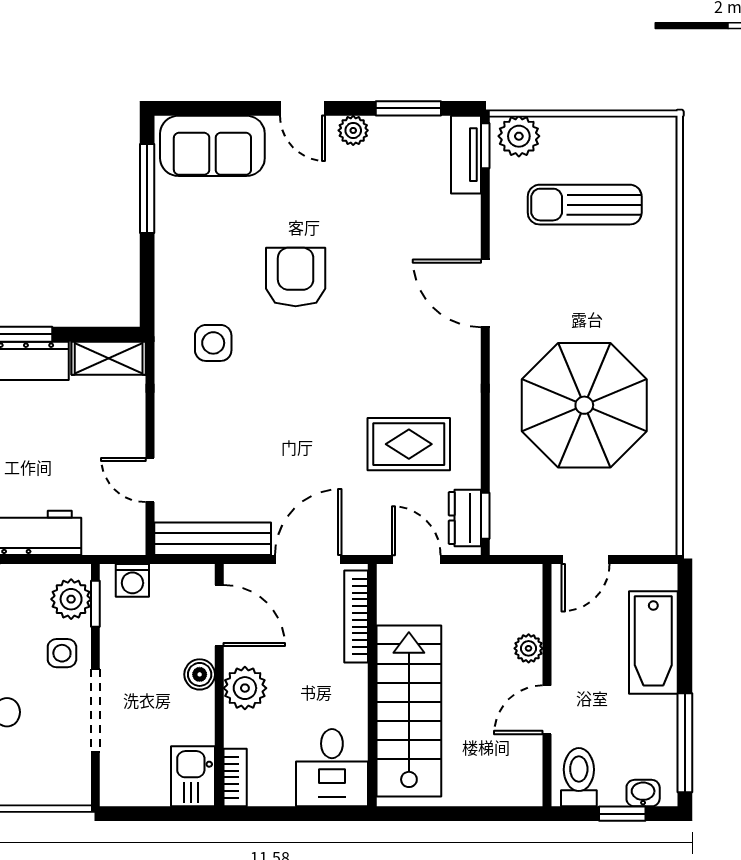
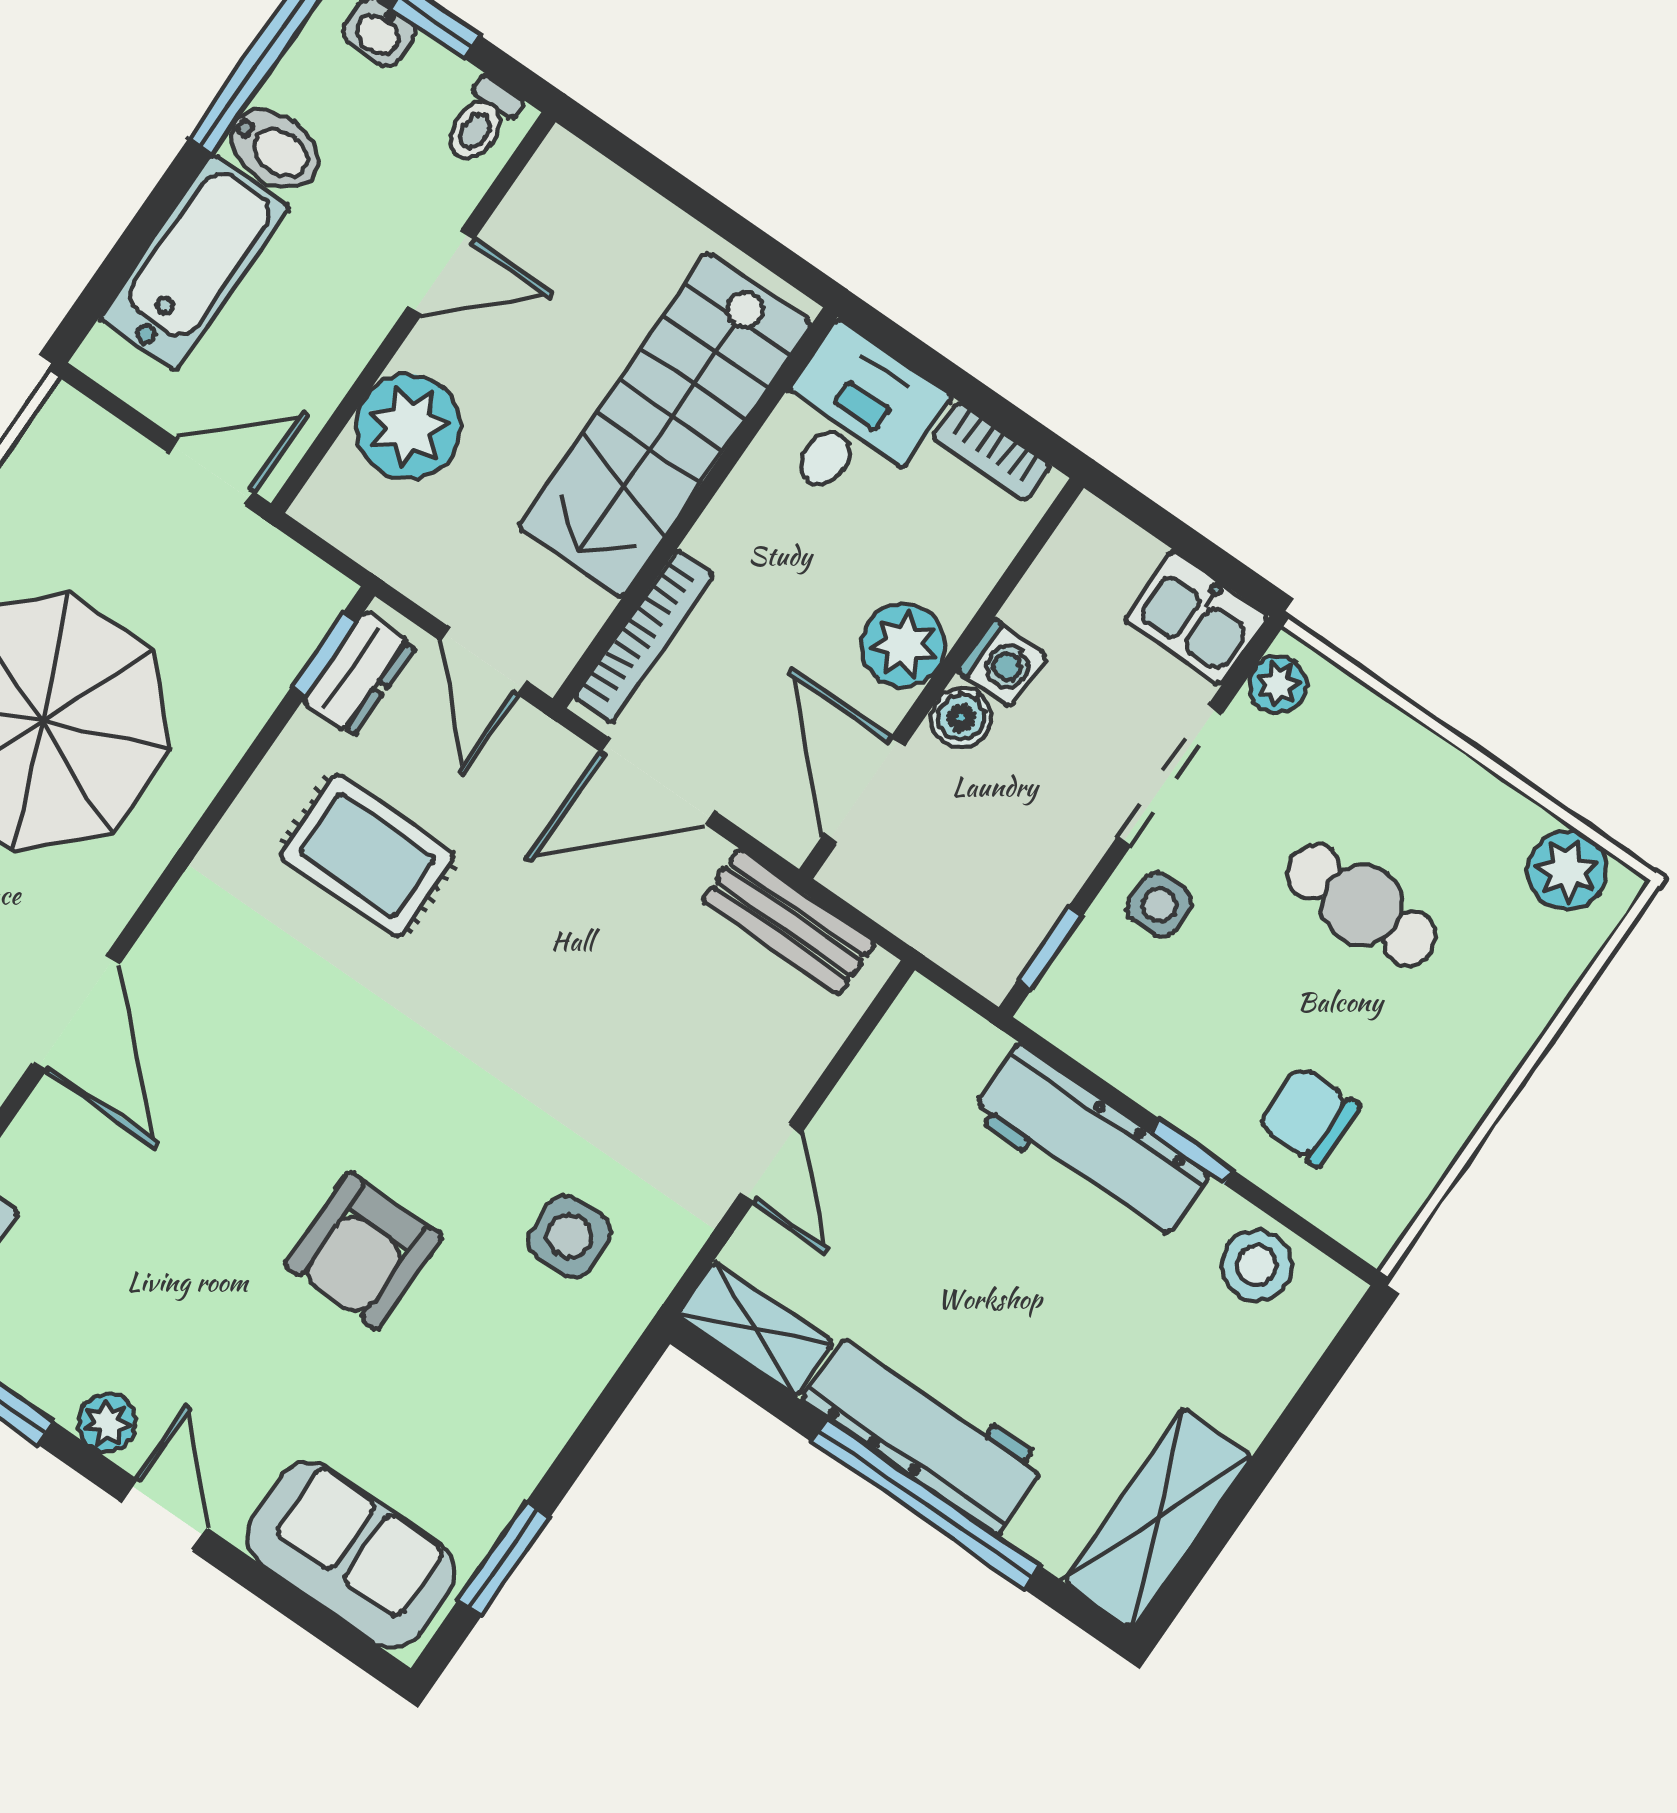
window: (147, 189) -> (504, 1559), width x0.69
door: (150, 480) -> (771, 1163), moved
bench: (213, 539) -> (789, 922), width x0.73
washing machine: (132, 580) -> (1002, 663), moved, turned 90
plant: (71, 599) -> (1278, 685), moved, width x0.73, depth x0.73
plant: (529, 648) -> (408, 426), width x1.87, depth x1.87
bidet: (653, 714) -> (274, 148), added
kitchen sink: (193, 776) -> (1196, 618), moved, turned 90
bookcase: (235, 777) -> (992, 452), moved, turned -90
toilet: (579, 777) -> (482, 121), width x0.73, depth x0.72

